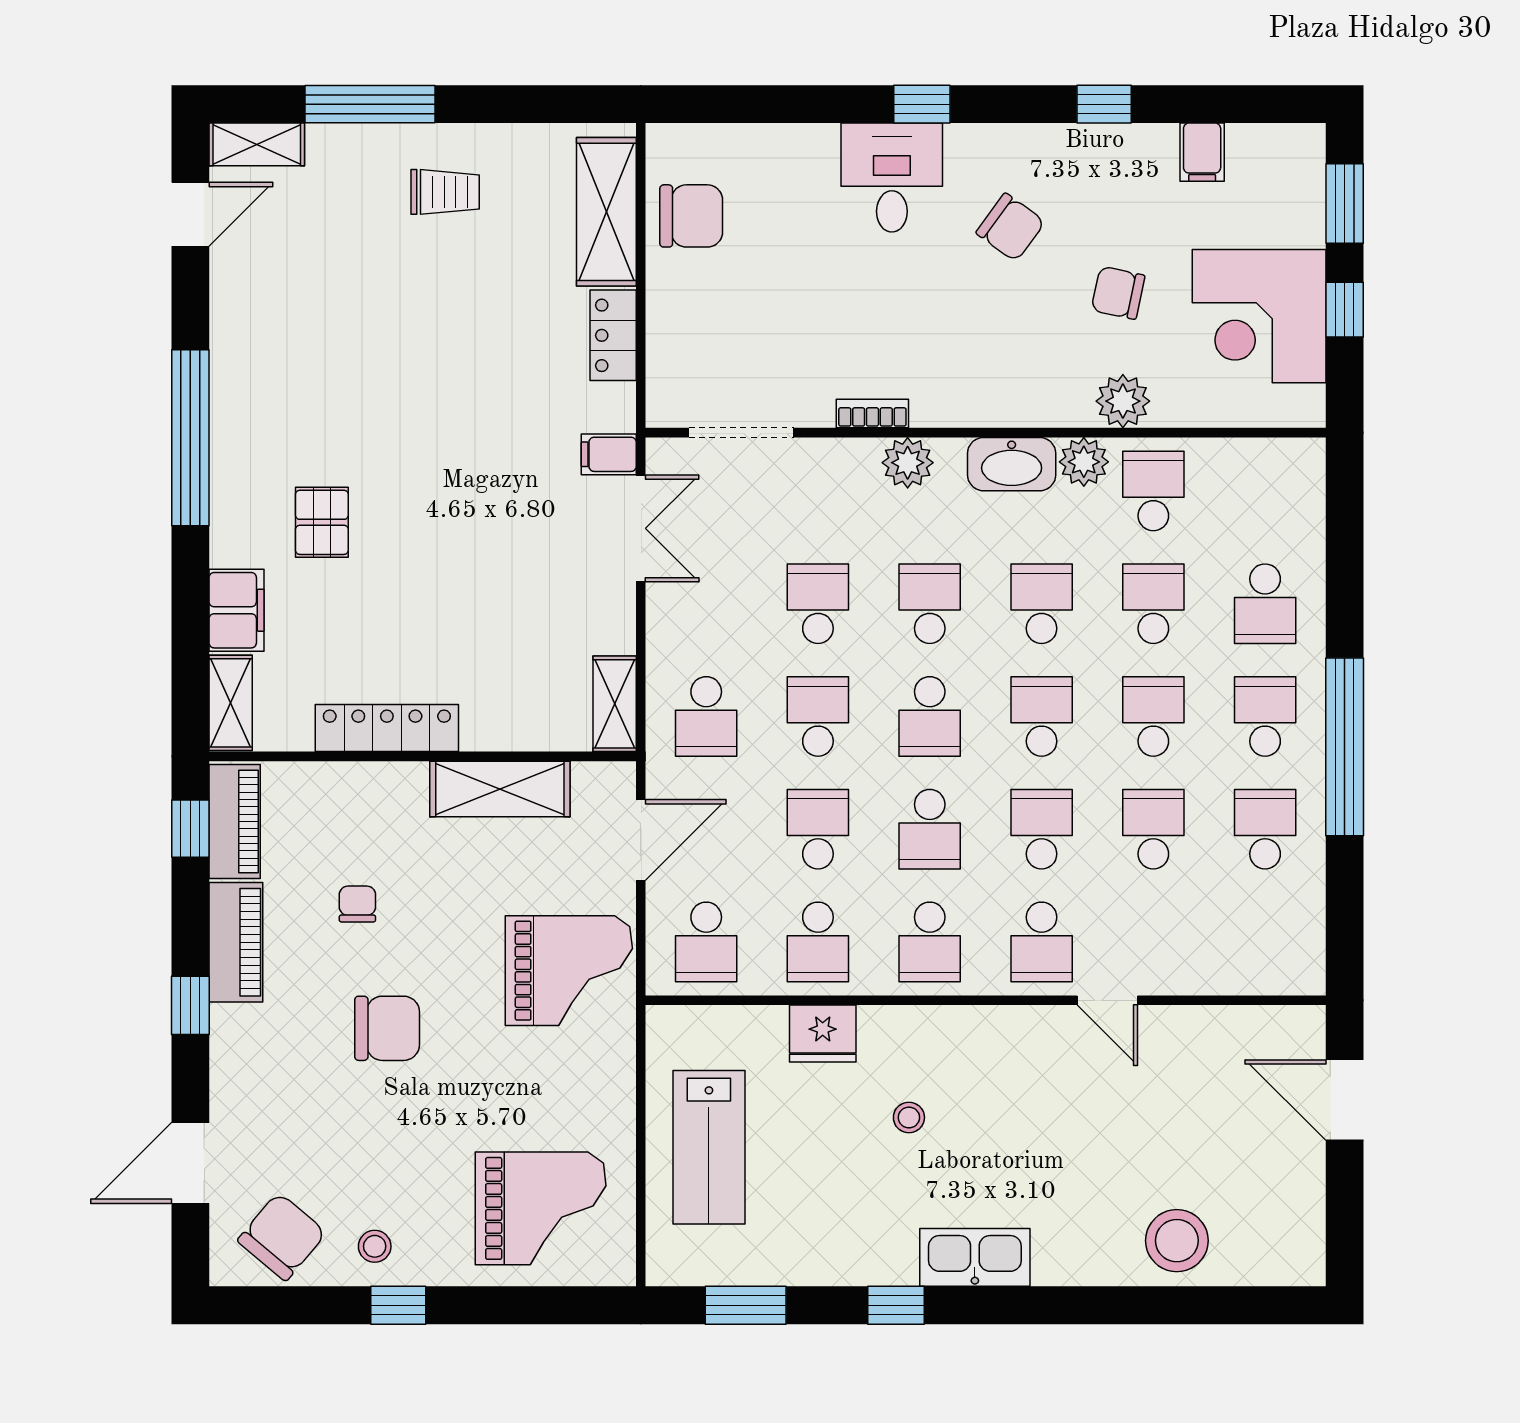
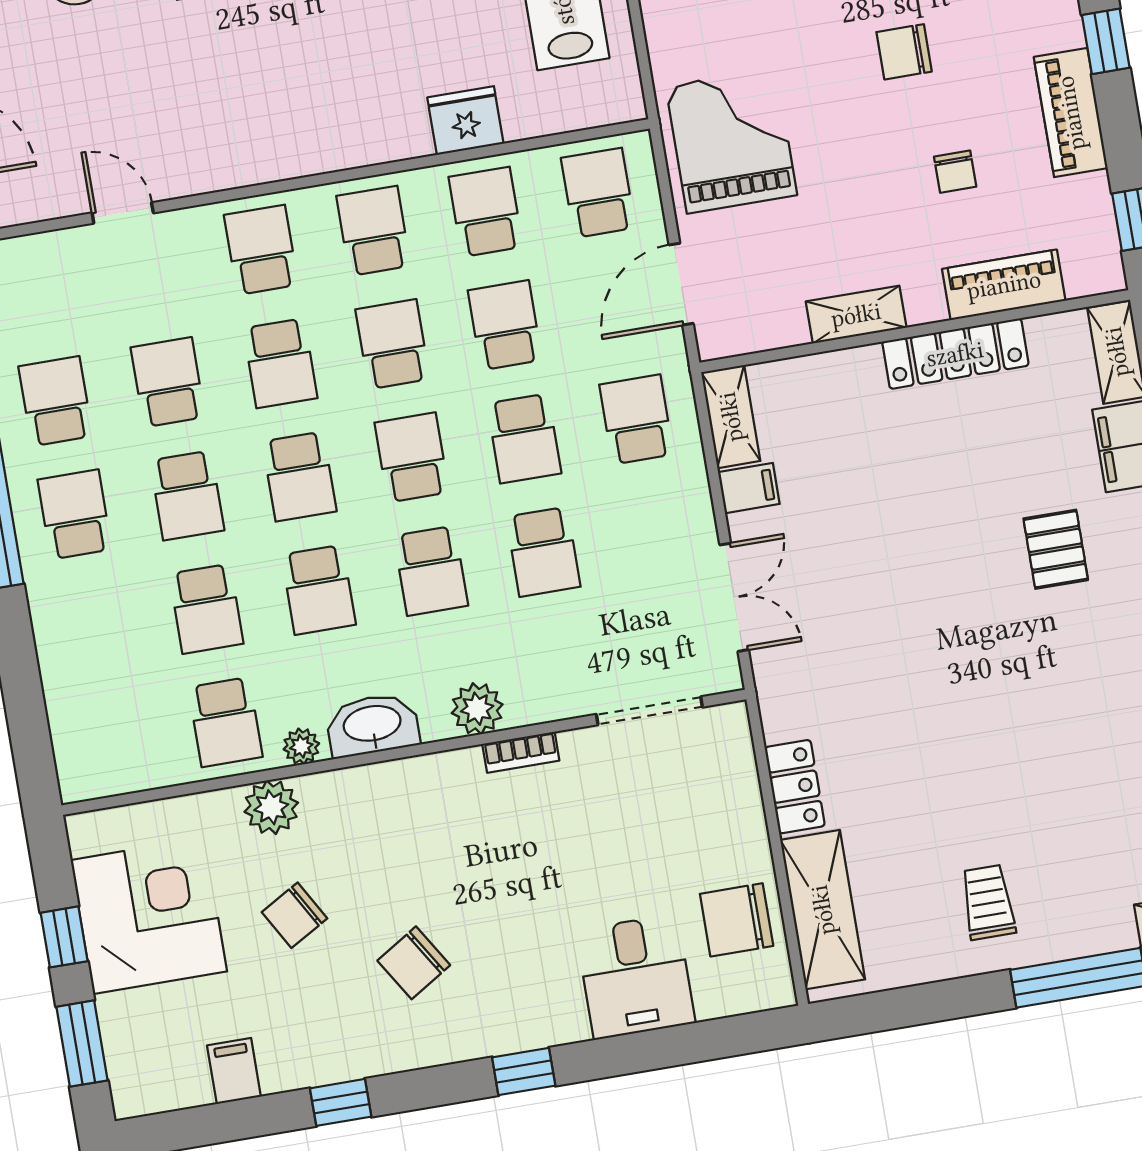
desk: (892, 178) -> (636, 977), moved
trolley: (445, 192) -> (988, 902), turned 90
chair: (1010, 227) -> (414, 963), turned -68
chair: (1118, 293) -> (295, 915), turned 138
filing cabinet: (609, 454) -> (749, 488), moved
plant: (1084, 462) -> (301, 746), width x0.73, depth x0.73
double door: (641, 528) -> (734, 597), swing flipped
school desk: (1265, 604) -> (94, 628), removed
school desk: (1265, 716) -> (75, 514), turned 180
shelving: (500, 789) -> (856, 315), width x0.67, depth x0.75
piano: (235, 822) -> (1004, 285), moved, turned 90
school desk: (818, 829) -> (505, 325), turned 180
school desk: (1153, 829) -> (168, 382), turned 180
school desk: (1265, 829) -> (56, 401), turned 180
grand piano: (569, 971) -> (731, 141), turned 90
door: (1107, 1000) -> (123, 213), moved
chair: (387, 1028) -> (904, 52), width x0.73, depth x0.73
stool: (909, 1117) -> (365, 51), removed

